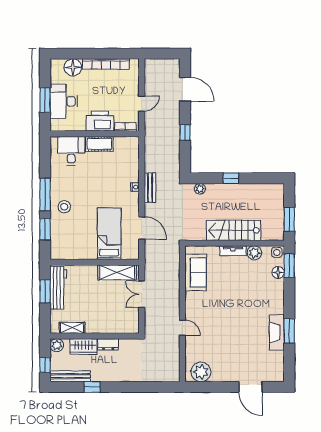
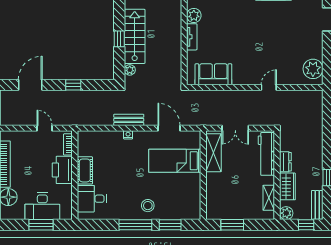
door: (142, 228) -> (169, 128), hinge flipped
stairs: (234, 230) -> (135, 36), moved, turned 180
workbench: (58, 288) -> (266, 154), moved, turned -90
bench: (70, 376) -> (317, 205), width x0.73

